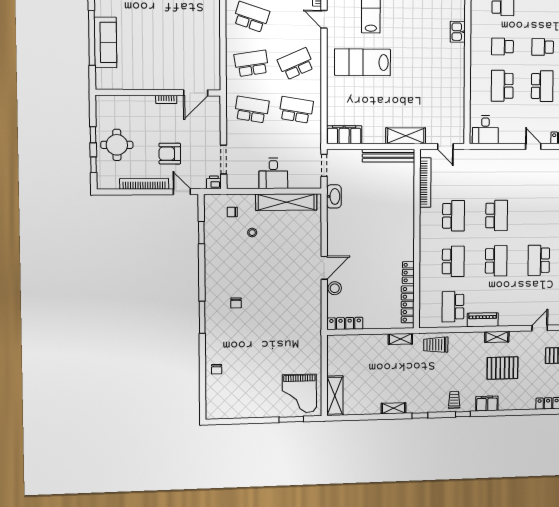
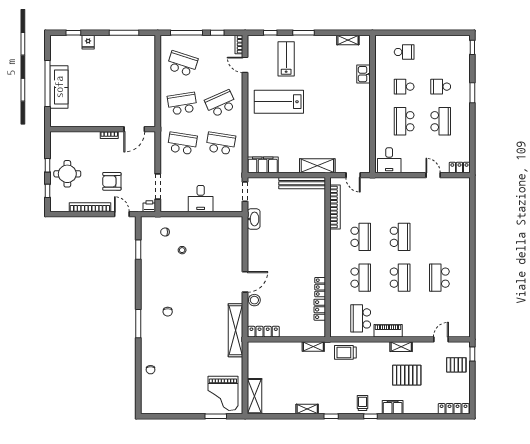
shelving: (286, 202) -> (235, 330), moved, turned 90
locker: (408, 304) -> (320, 310), width x0.66

